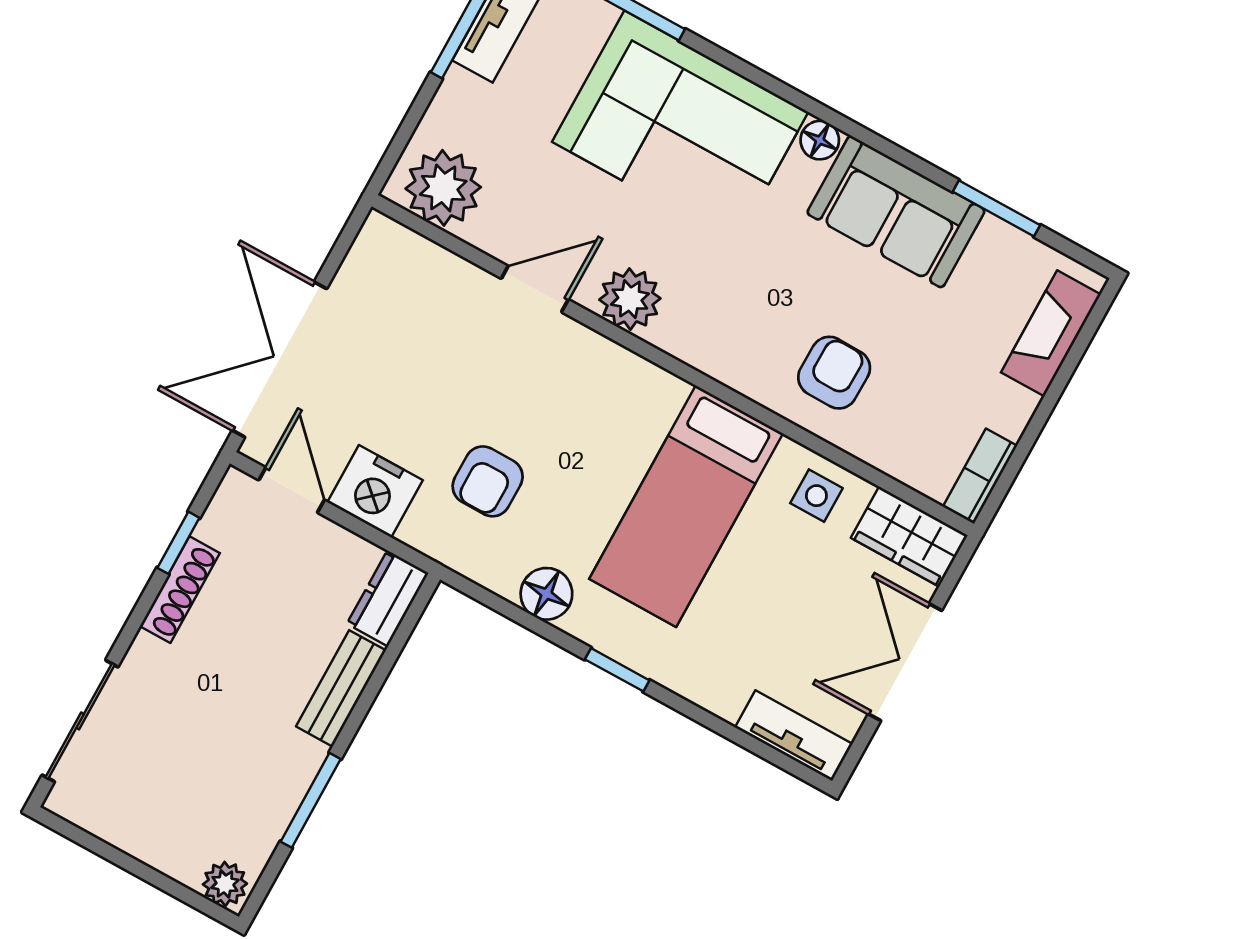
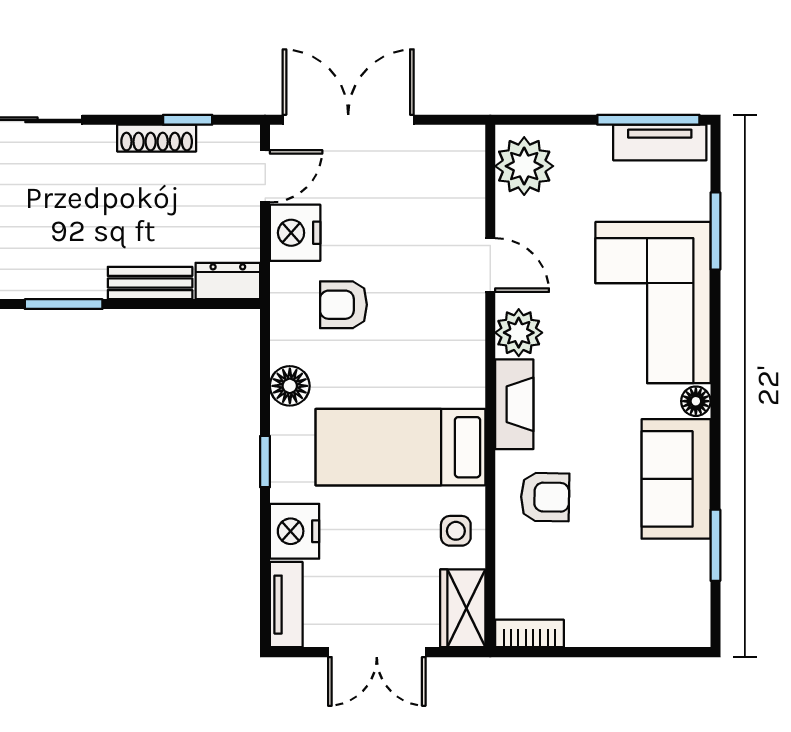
fireplace: (1051, 333) -> (514, 404), moved, turned 90
double door: (905, 662) -> (377, 652), swing flipped
nightstand: (715, 680) -> (295, 531), added

